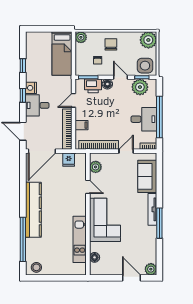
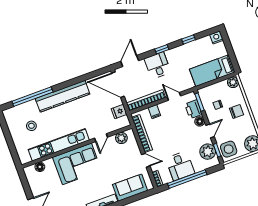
nightstand: (31, 88) -> (217, 37), moved
kitchen unit: (80, 239) -> (59, 145), width x1.36
stool: (36, 267) -> (31, 126), moved

